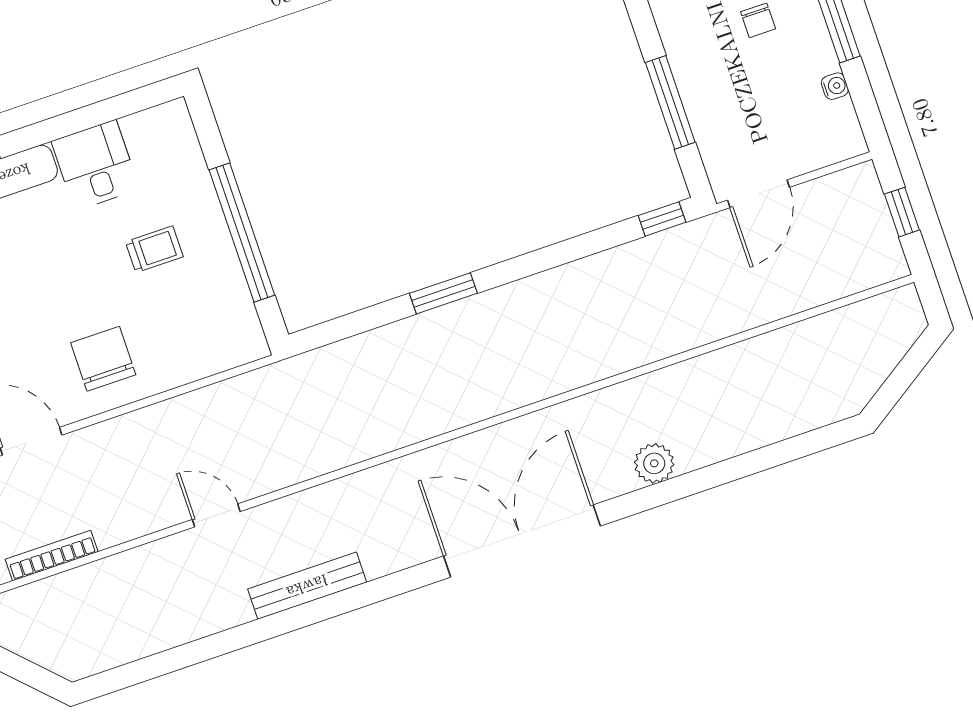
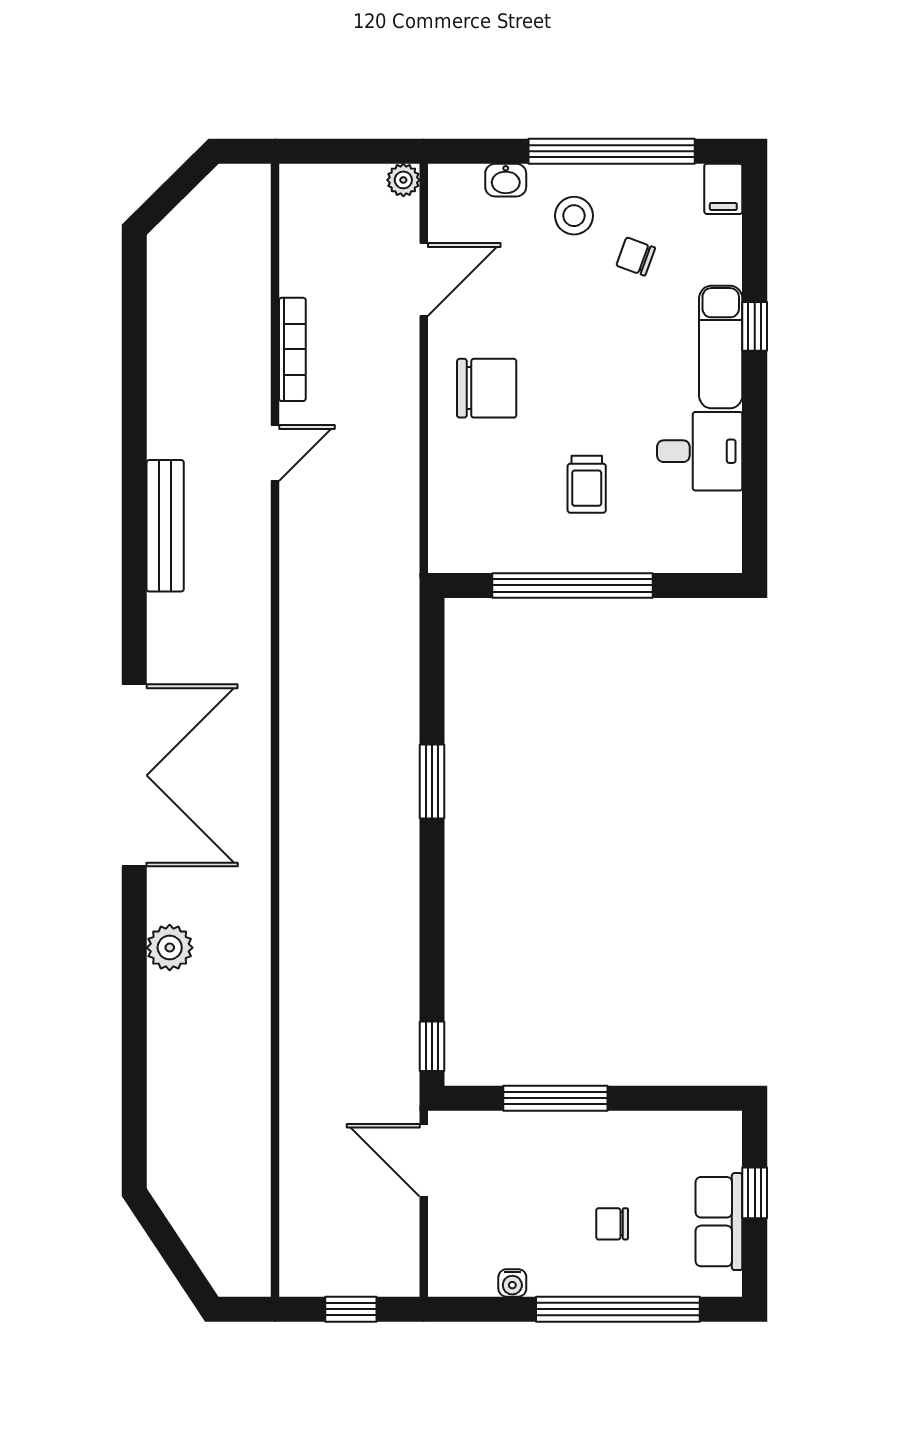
bookcase: (52, 555) -> (292, 349), moved

